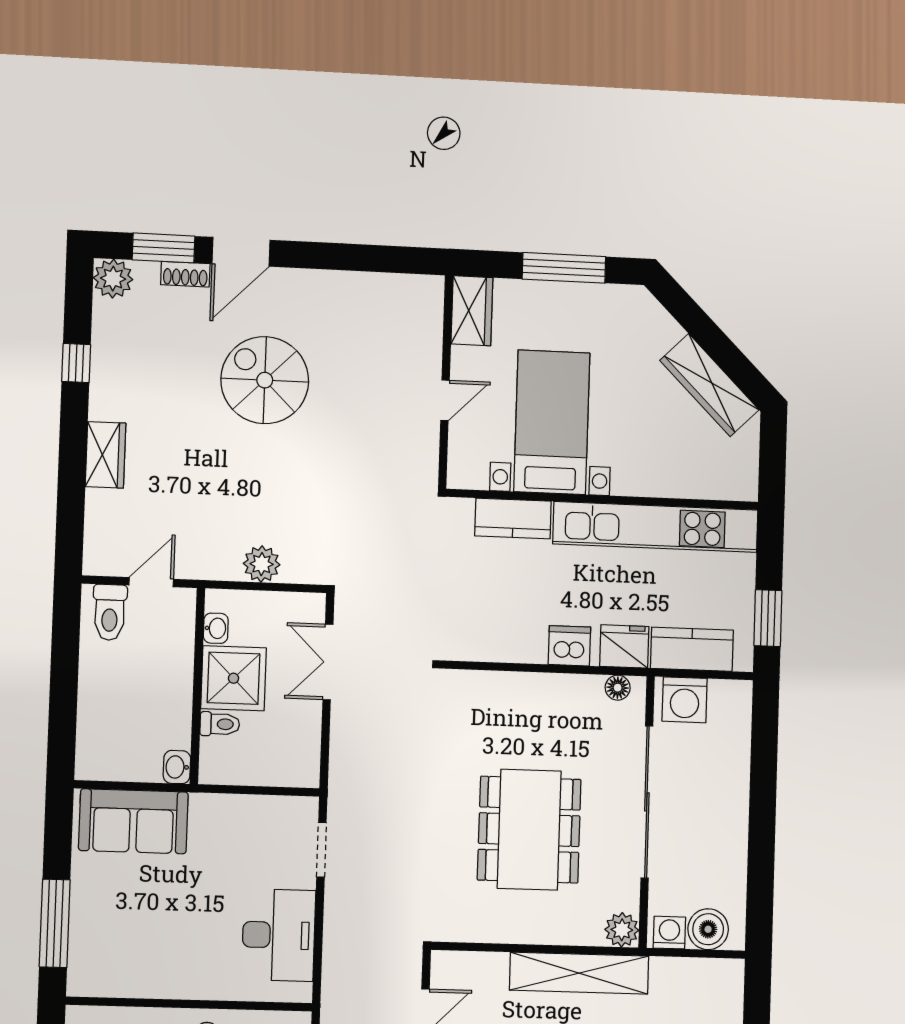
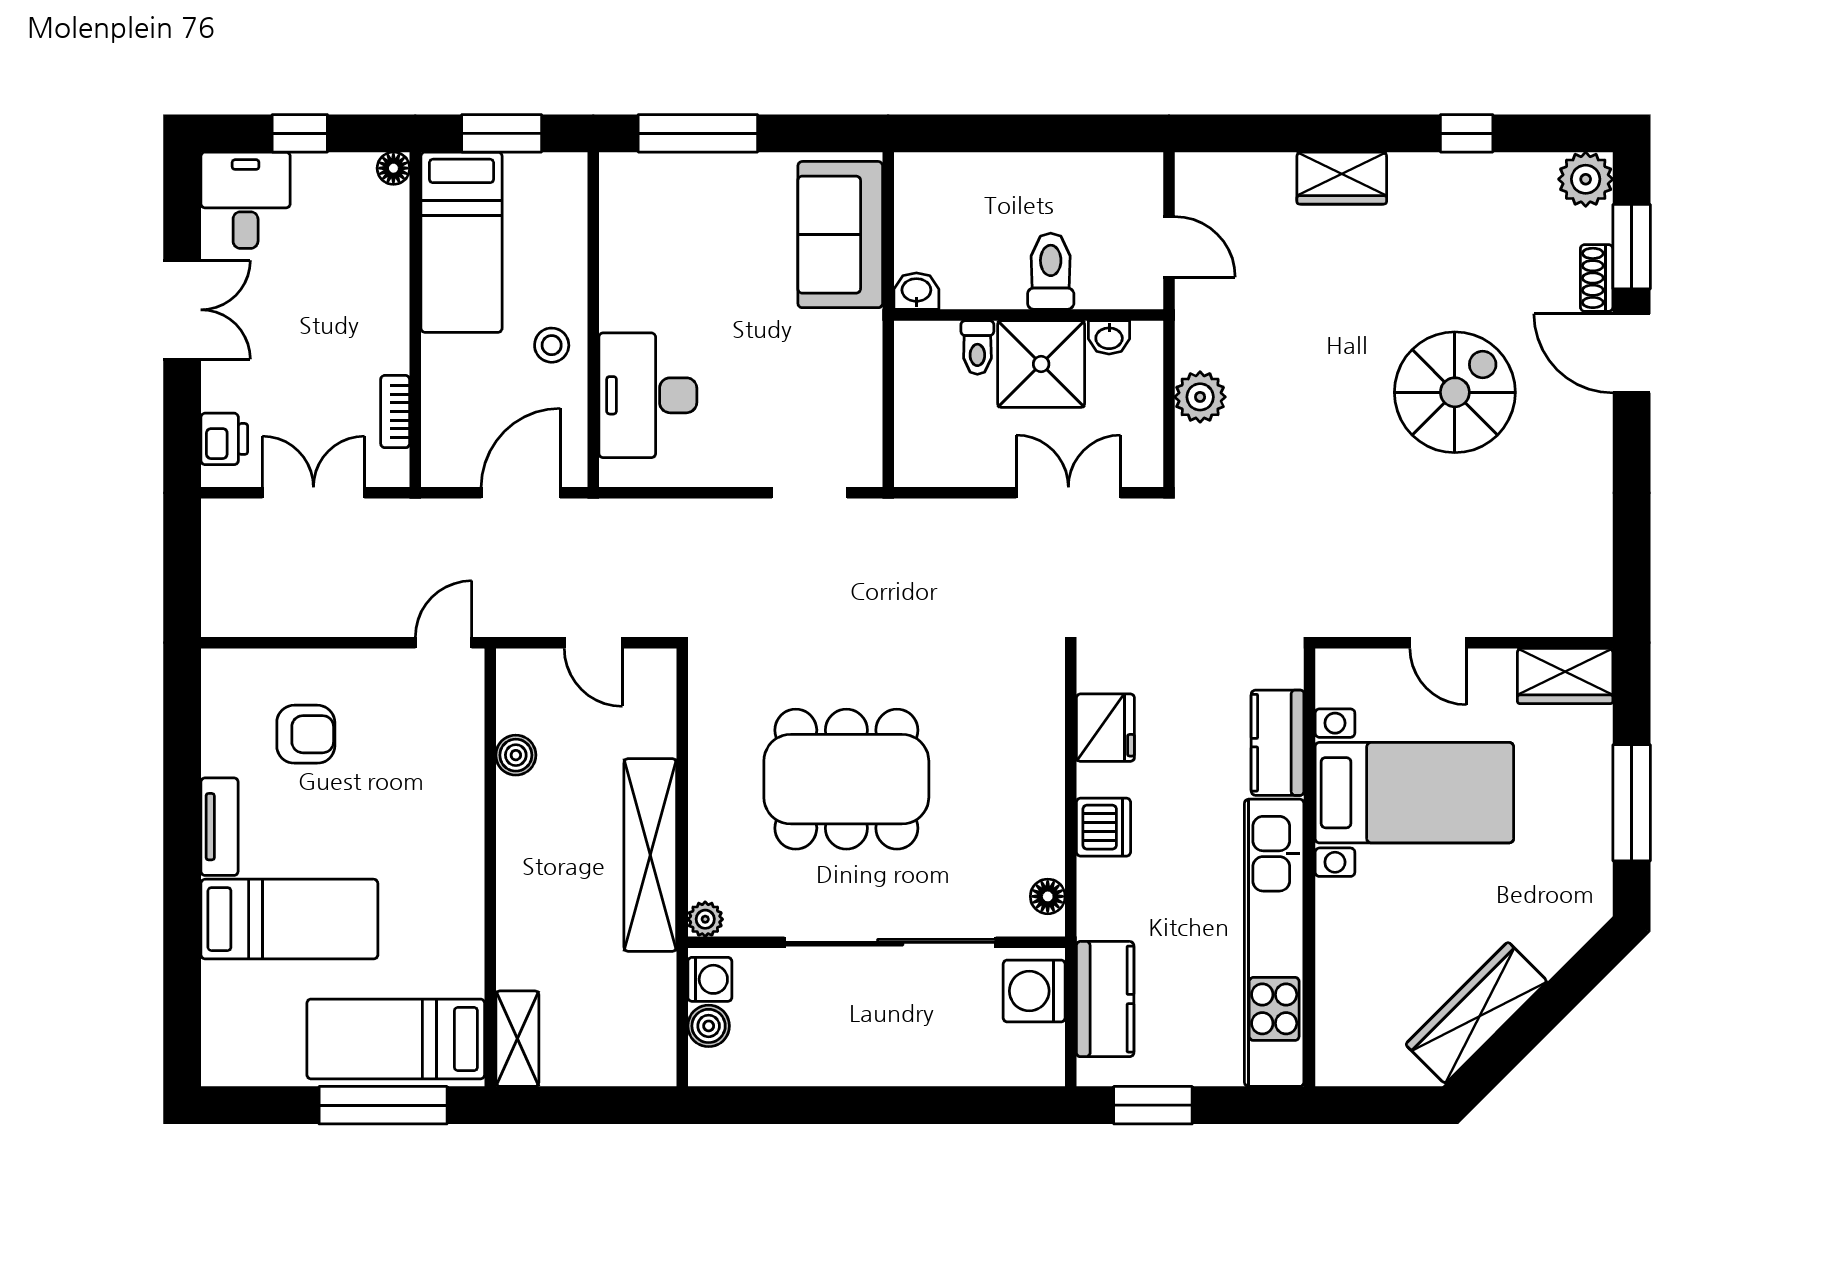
toilet: (110, 612) -> (1051, 271), moved, turned 90
fridge: (624, 646) -> (1105, 728), moved
boiler: (708, 929) -> (709, 1026), width x0.73, depth x0.73
plant: (622, 930) -> (705, 919), width x0.73, depth x0.73
desk: (279, 935) -> (648, 395), moved, turned 90

